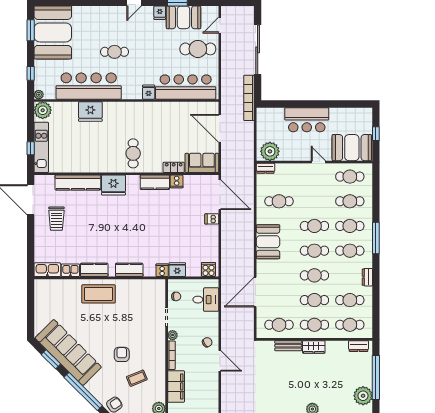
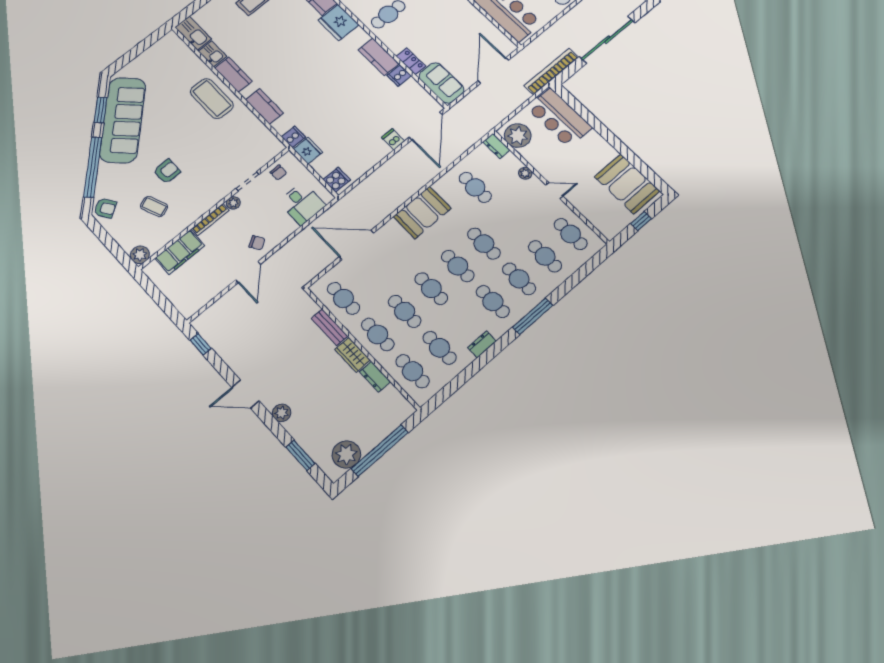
bar counter: (307, 120) -> (559, 118), moved
booth: (352, 148) -> (627, 184), moved
door: (318, 162) -> (554, 191), hinge flipped
plant: (295, 168) -> (525, 173), added
dresser: (359, 346) -> (375, 377), moved

